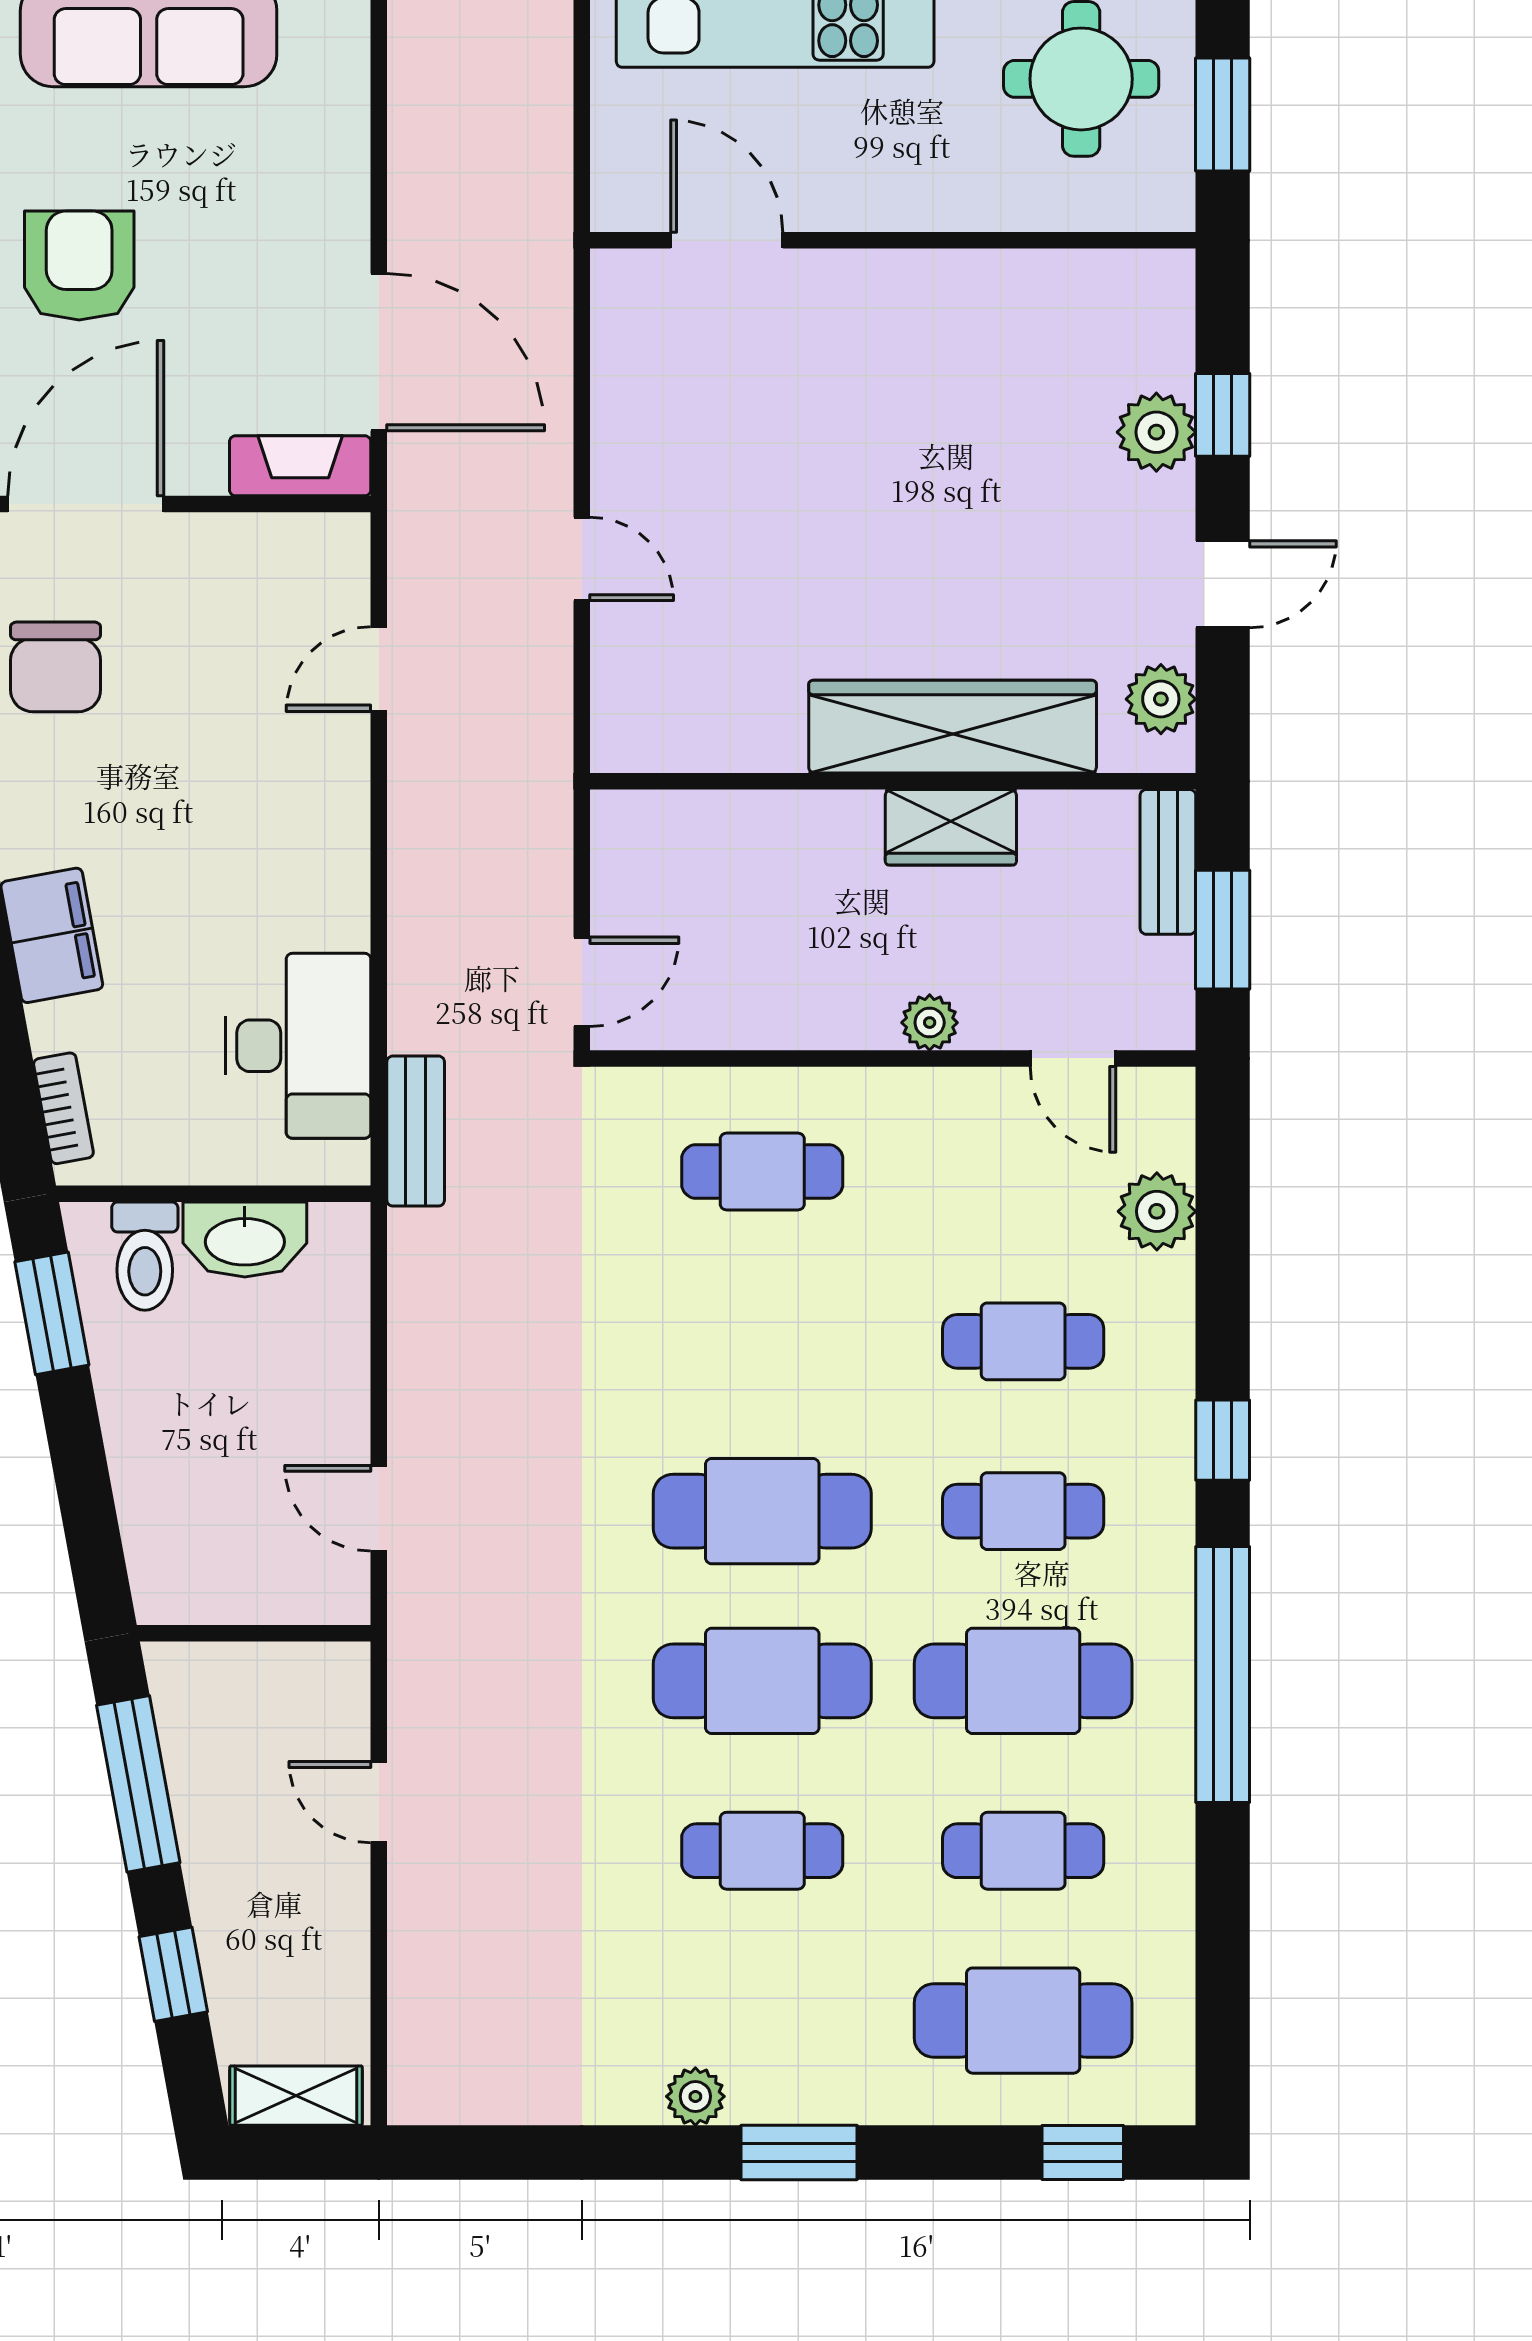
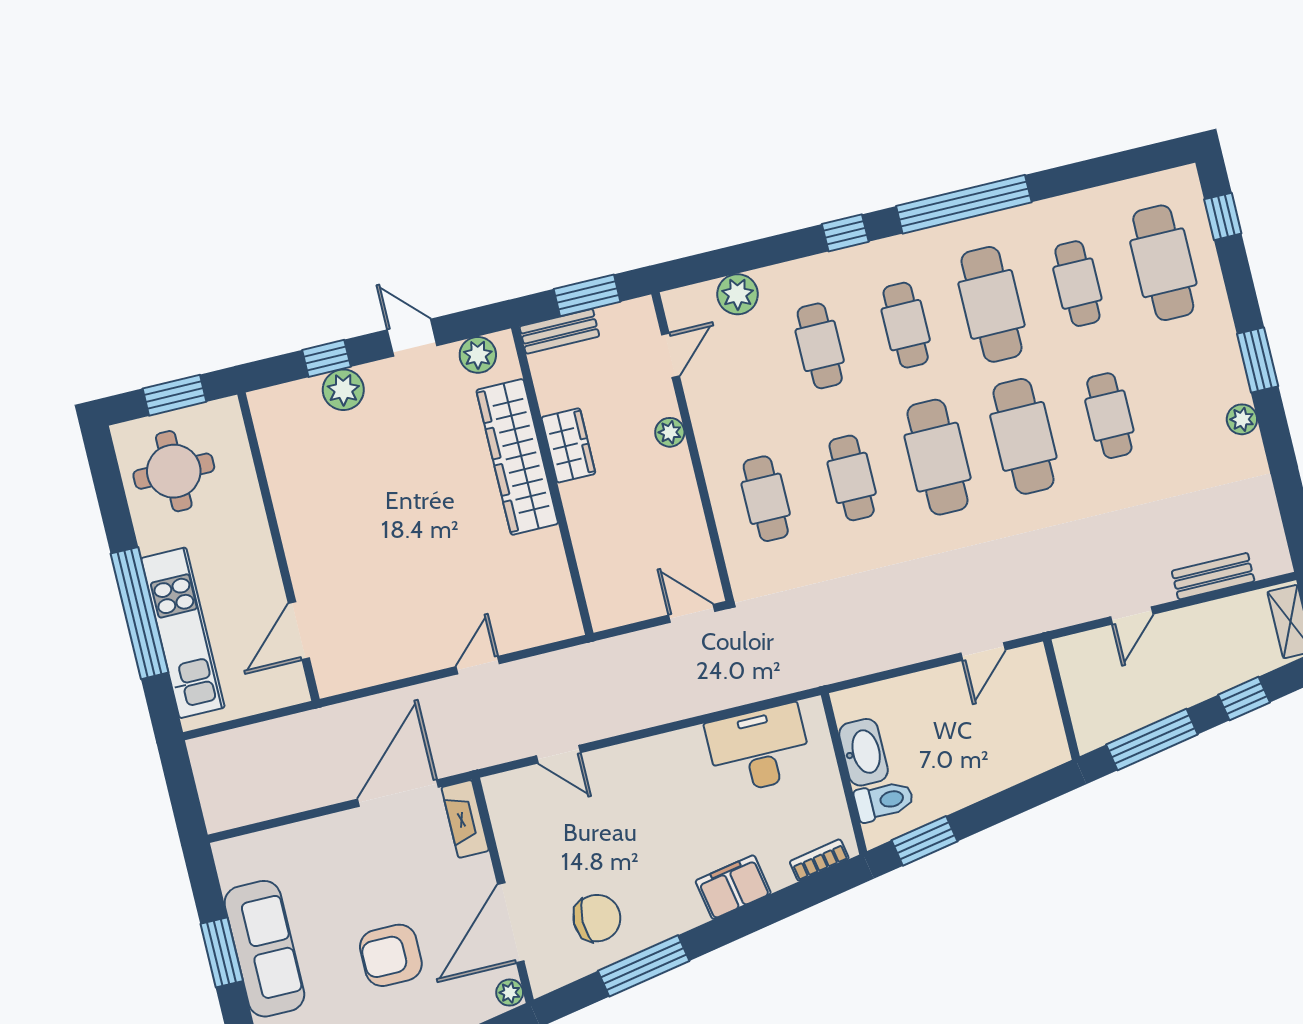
door: (86, 504) -> (511, 923), hinge flipped
bench: (416, 1131) -> (1213, 576), moved
cafe table: (762, 1341) -> (852, 478), added

